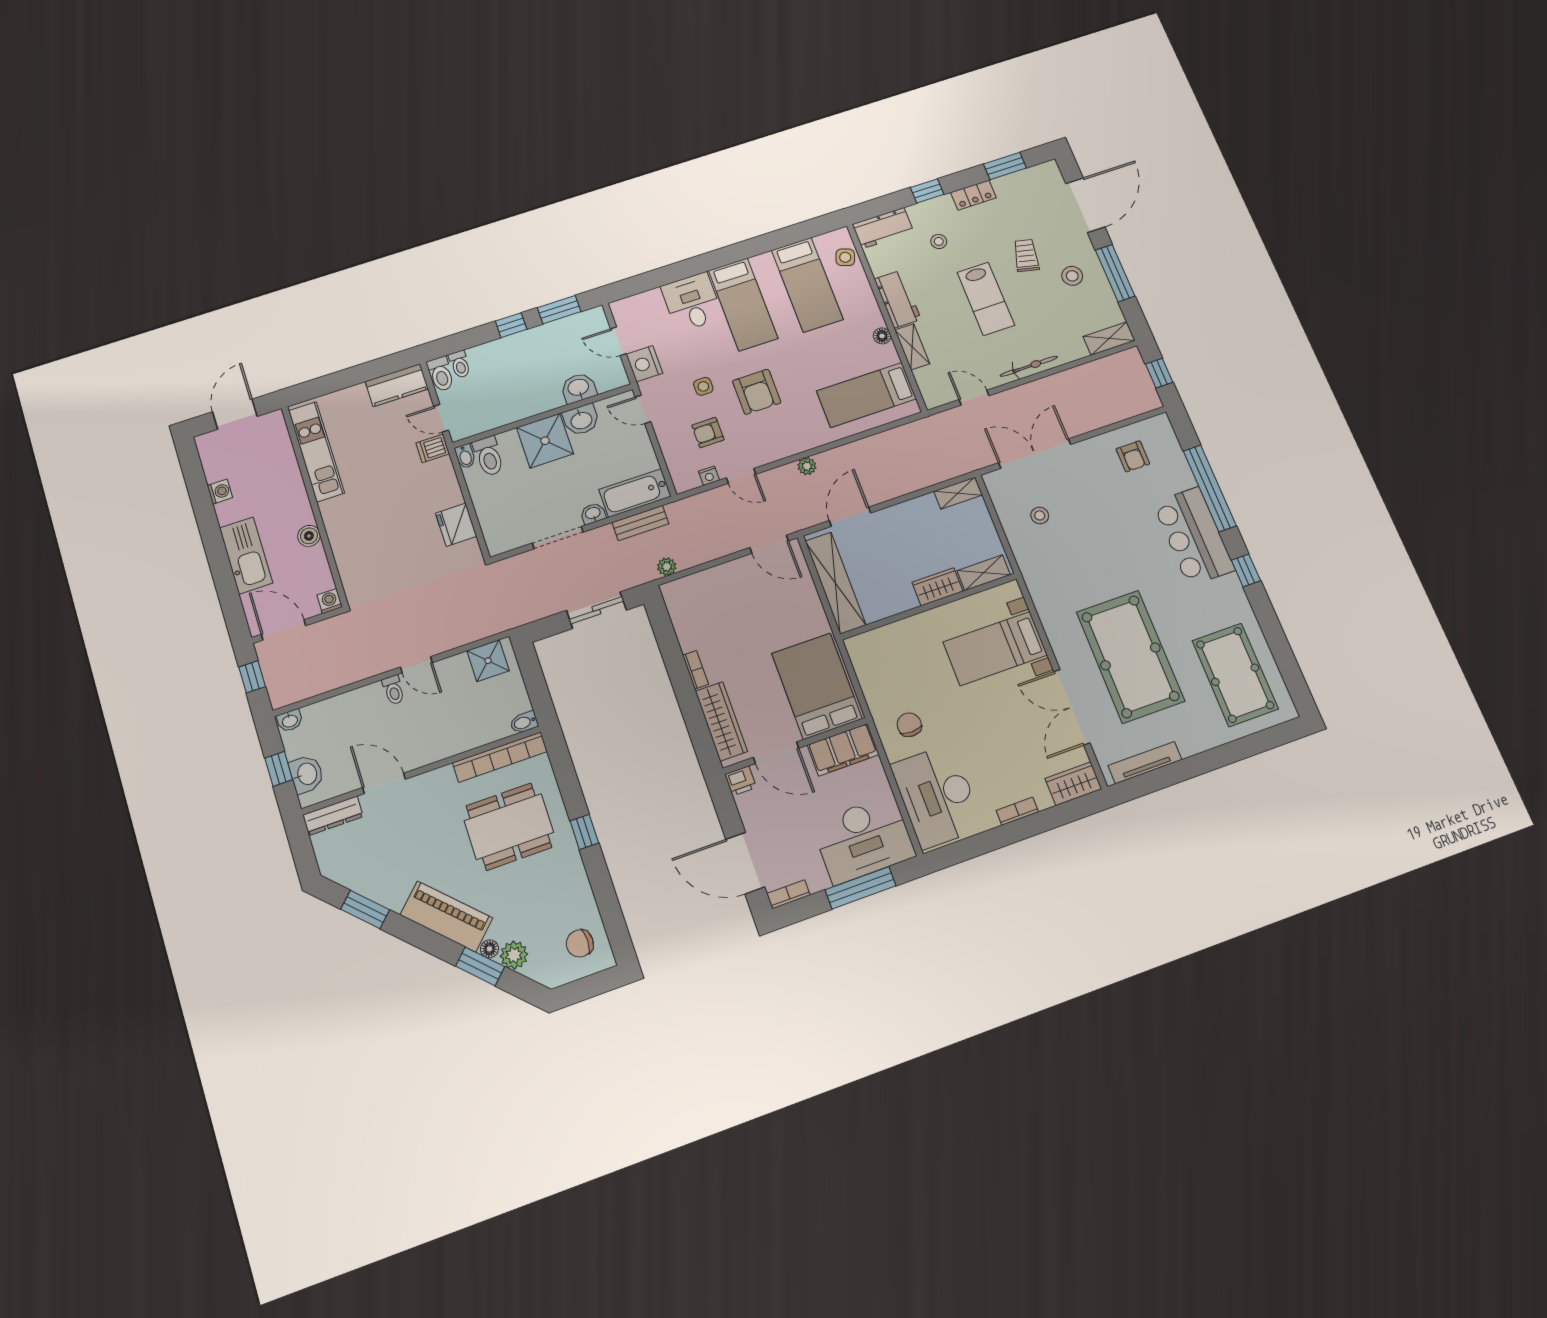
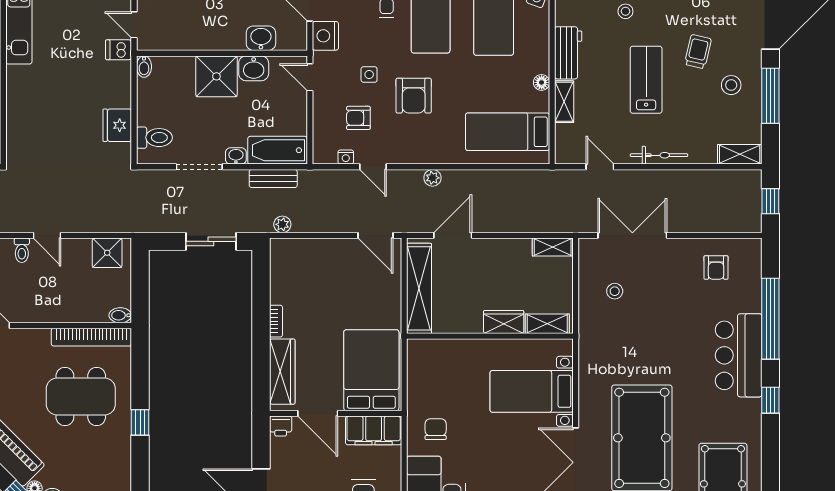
lab bench: (986, 299) -> (646, 80), turned 180
toilet: (489, 456) -> (154, 138), moved, turned -90

